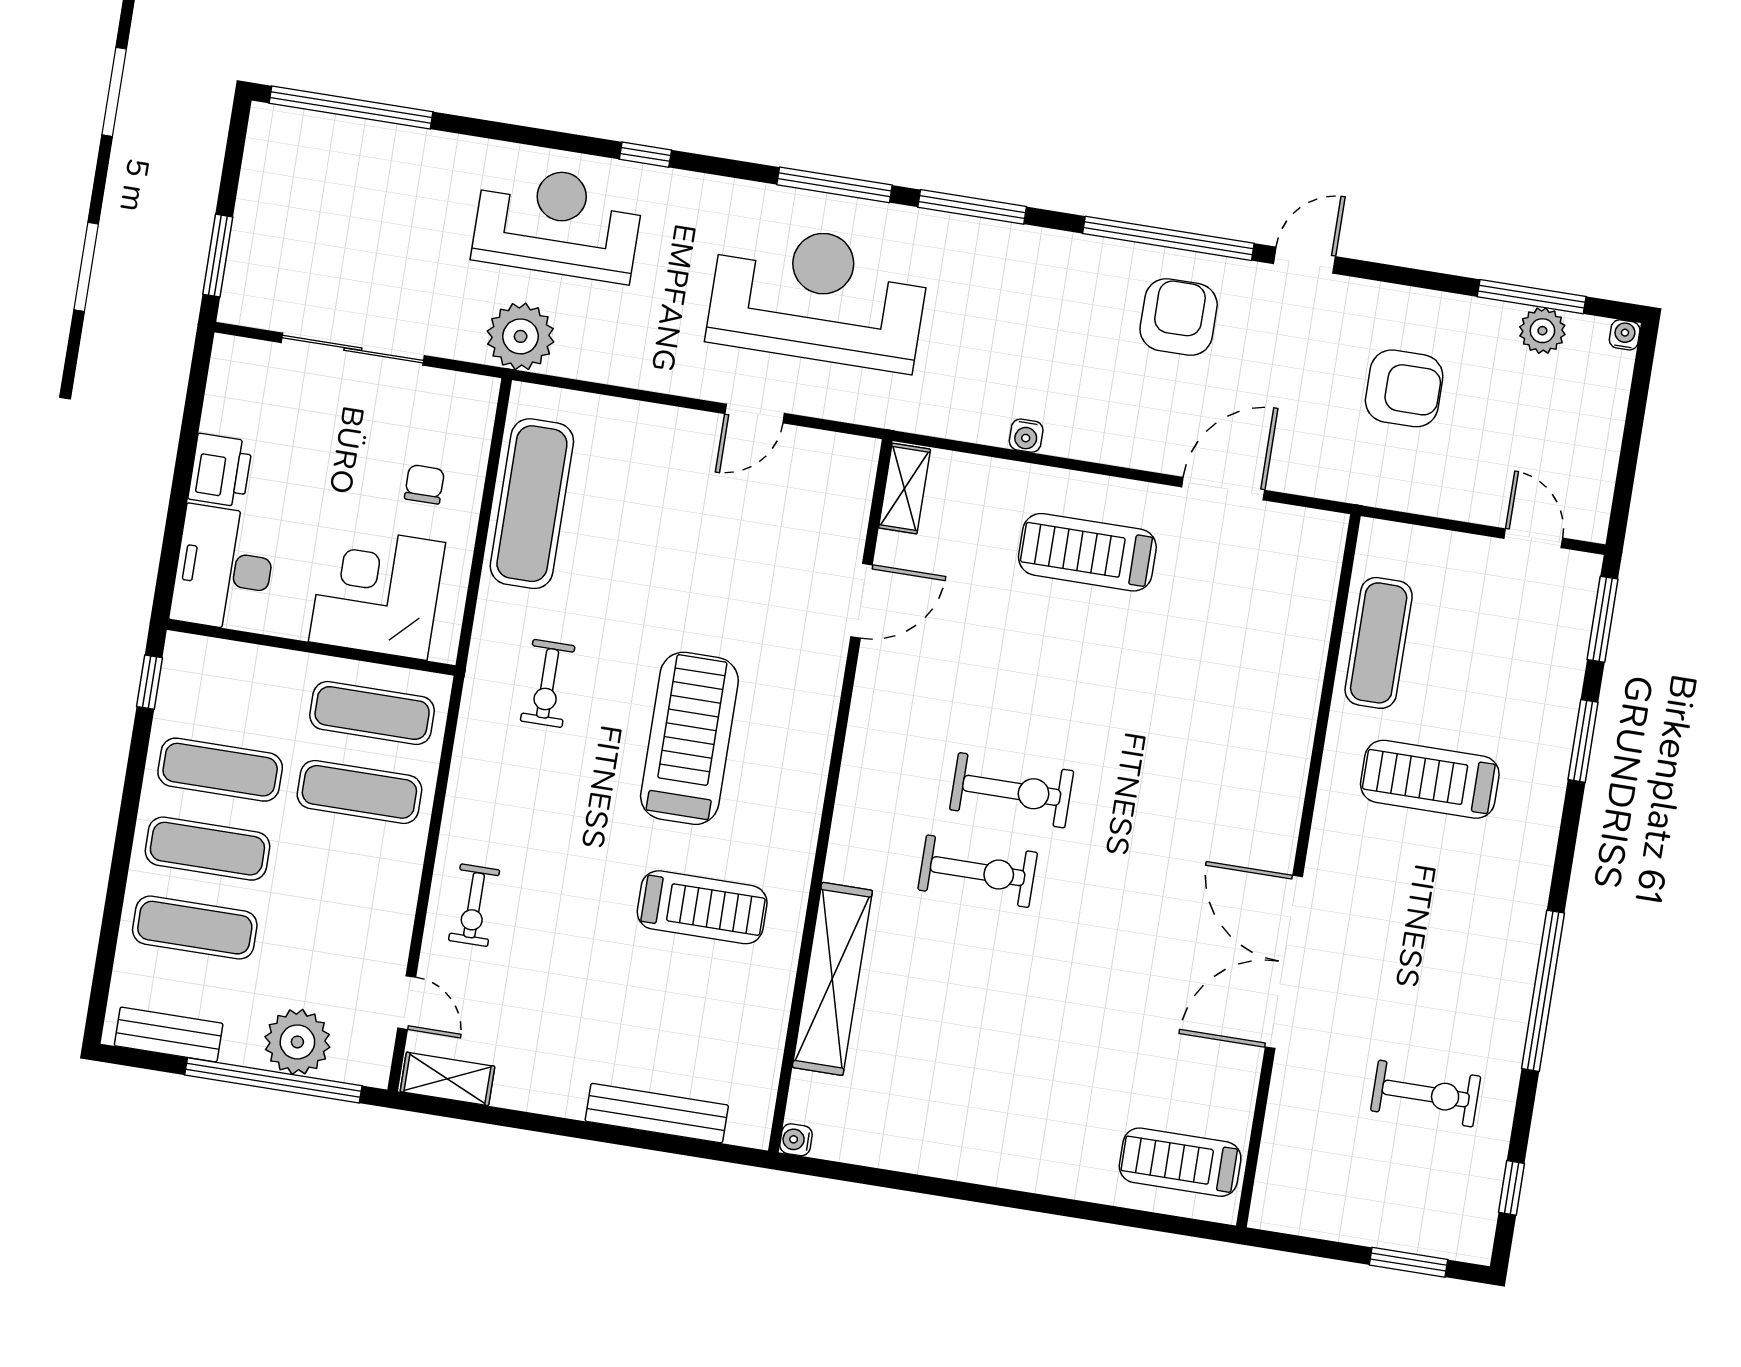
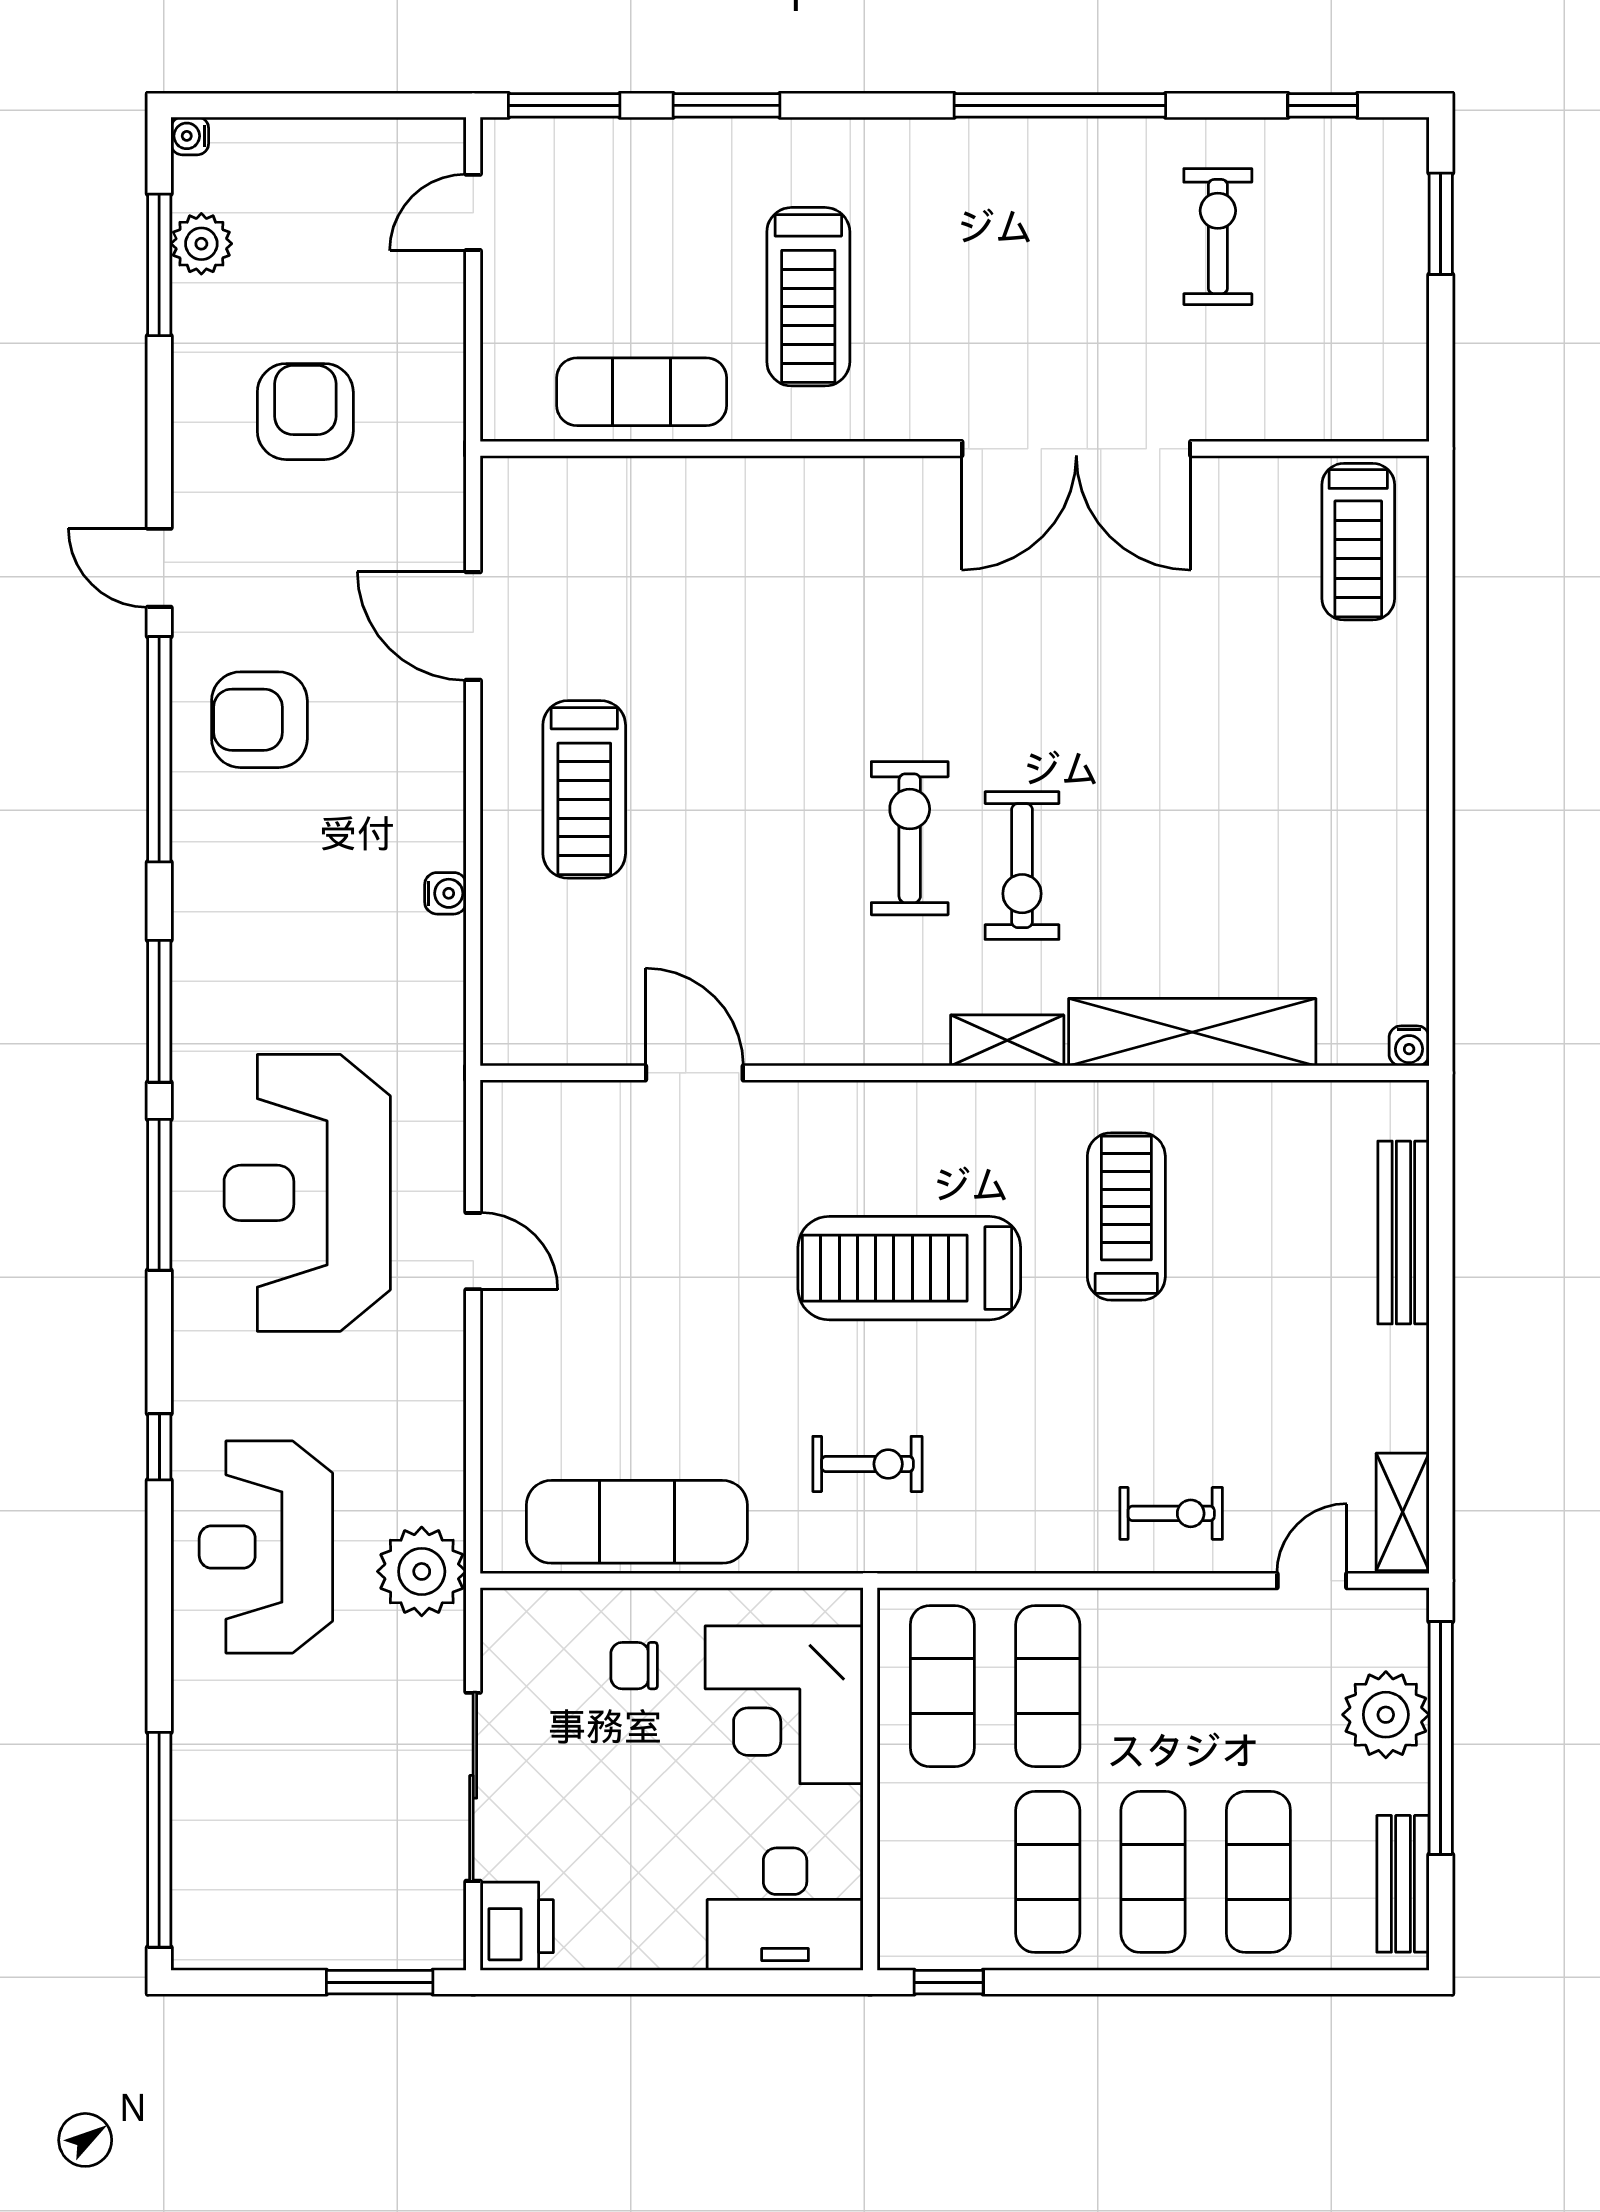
printer: (220, 470) -> (517, 1926), moved, turned 90
shelving: (905, 488) -> (1007, 1040), moved
exercise bike: (978, 871) -> (1022, 866), turned 180

